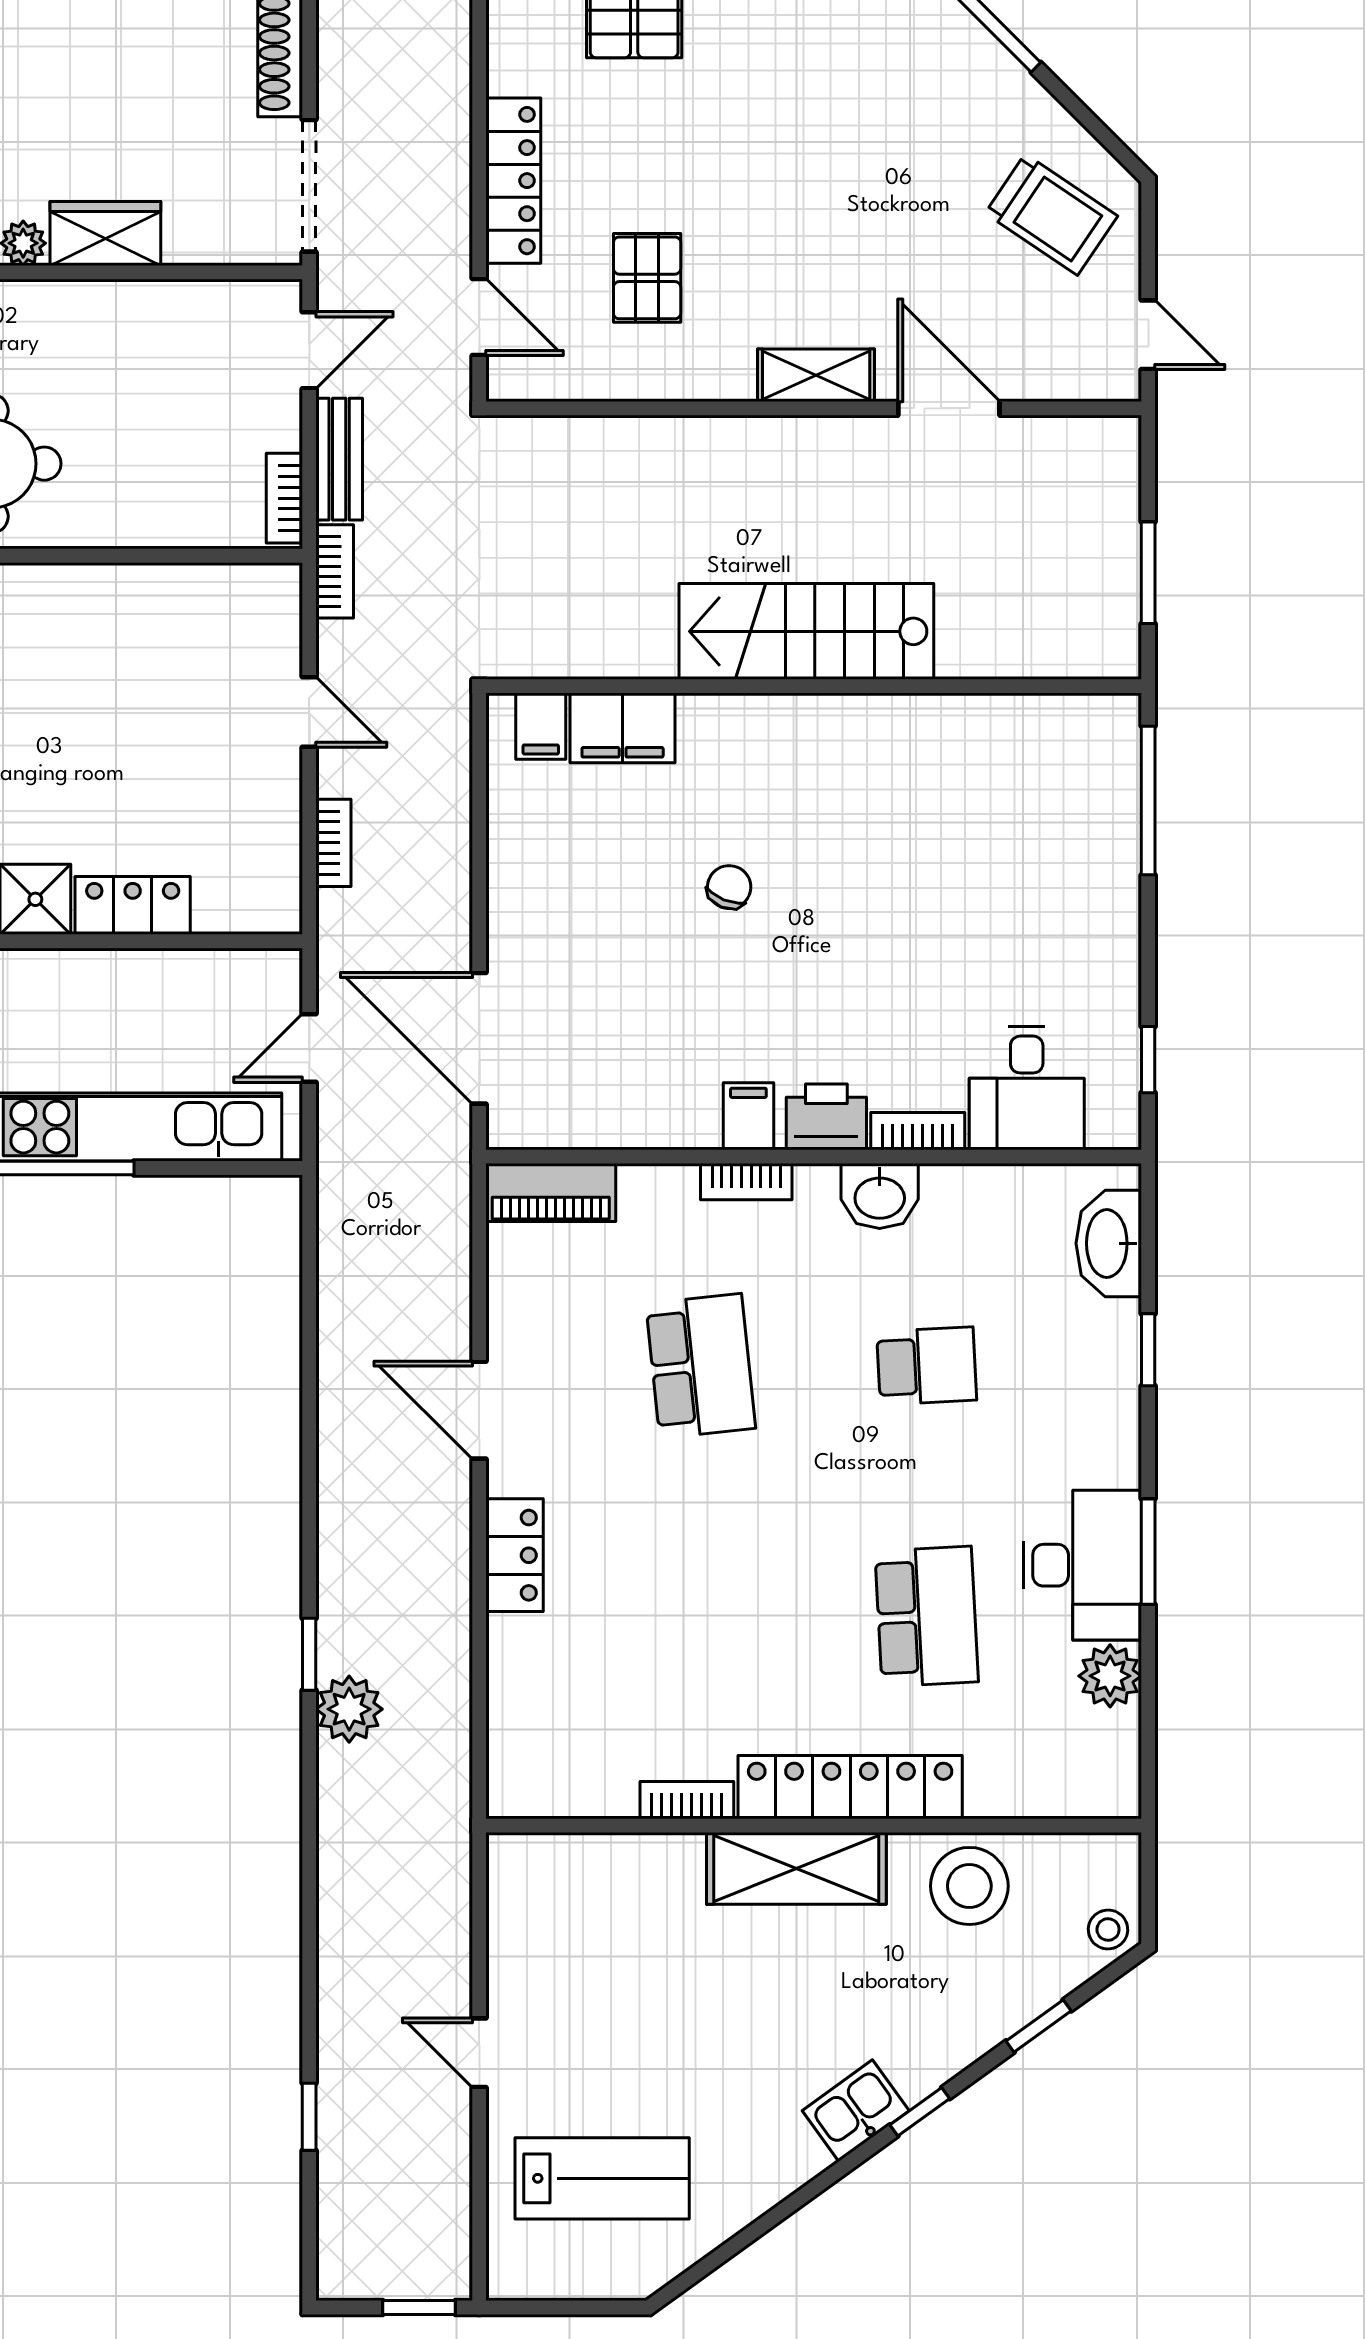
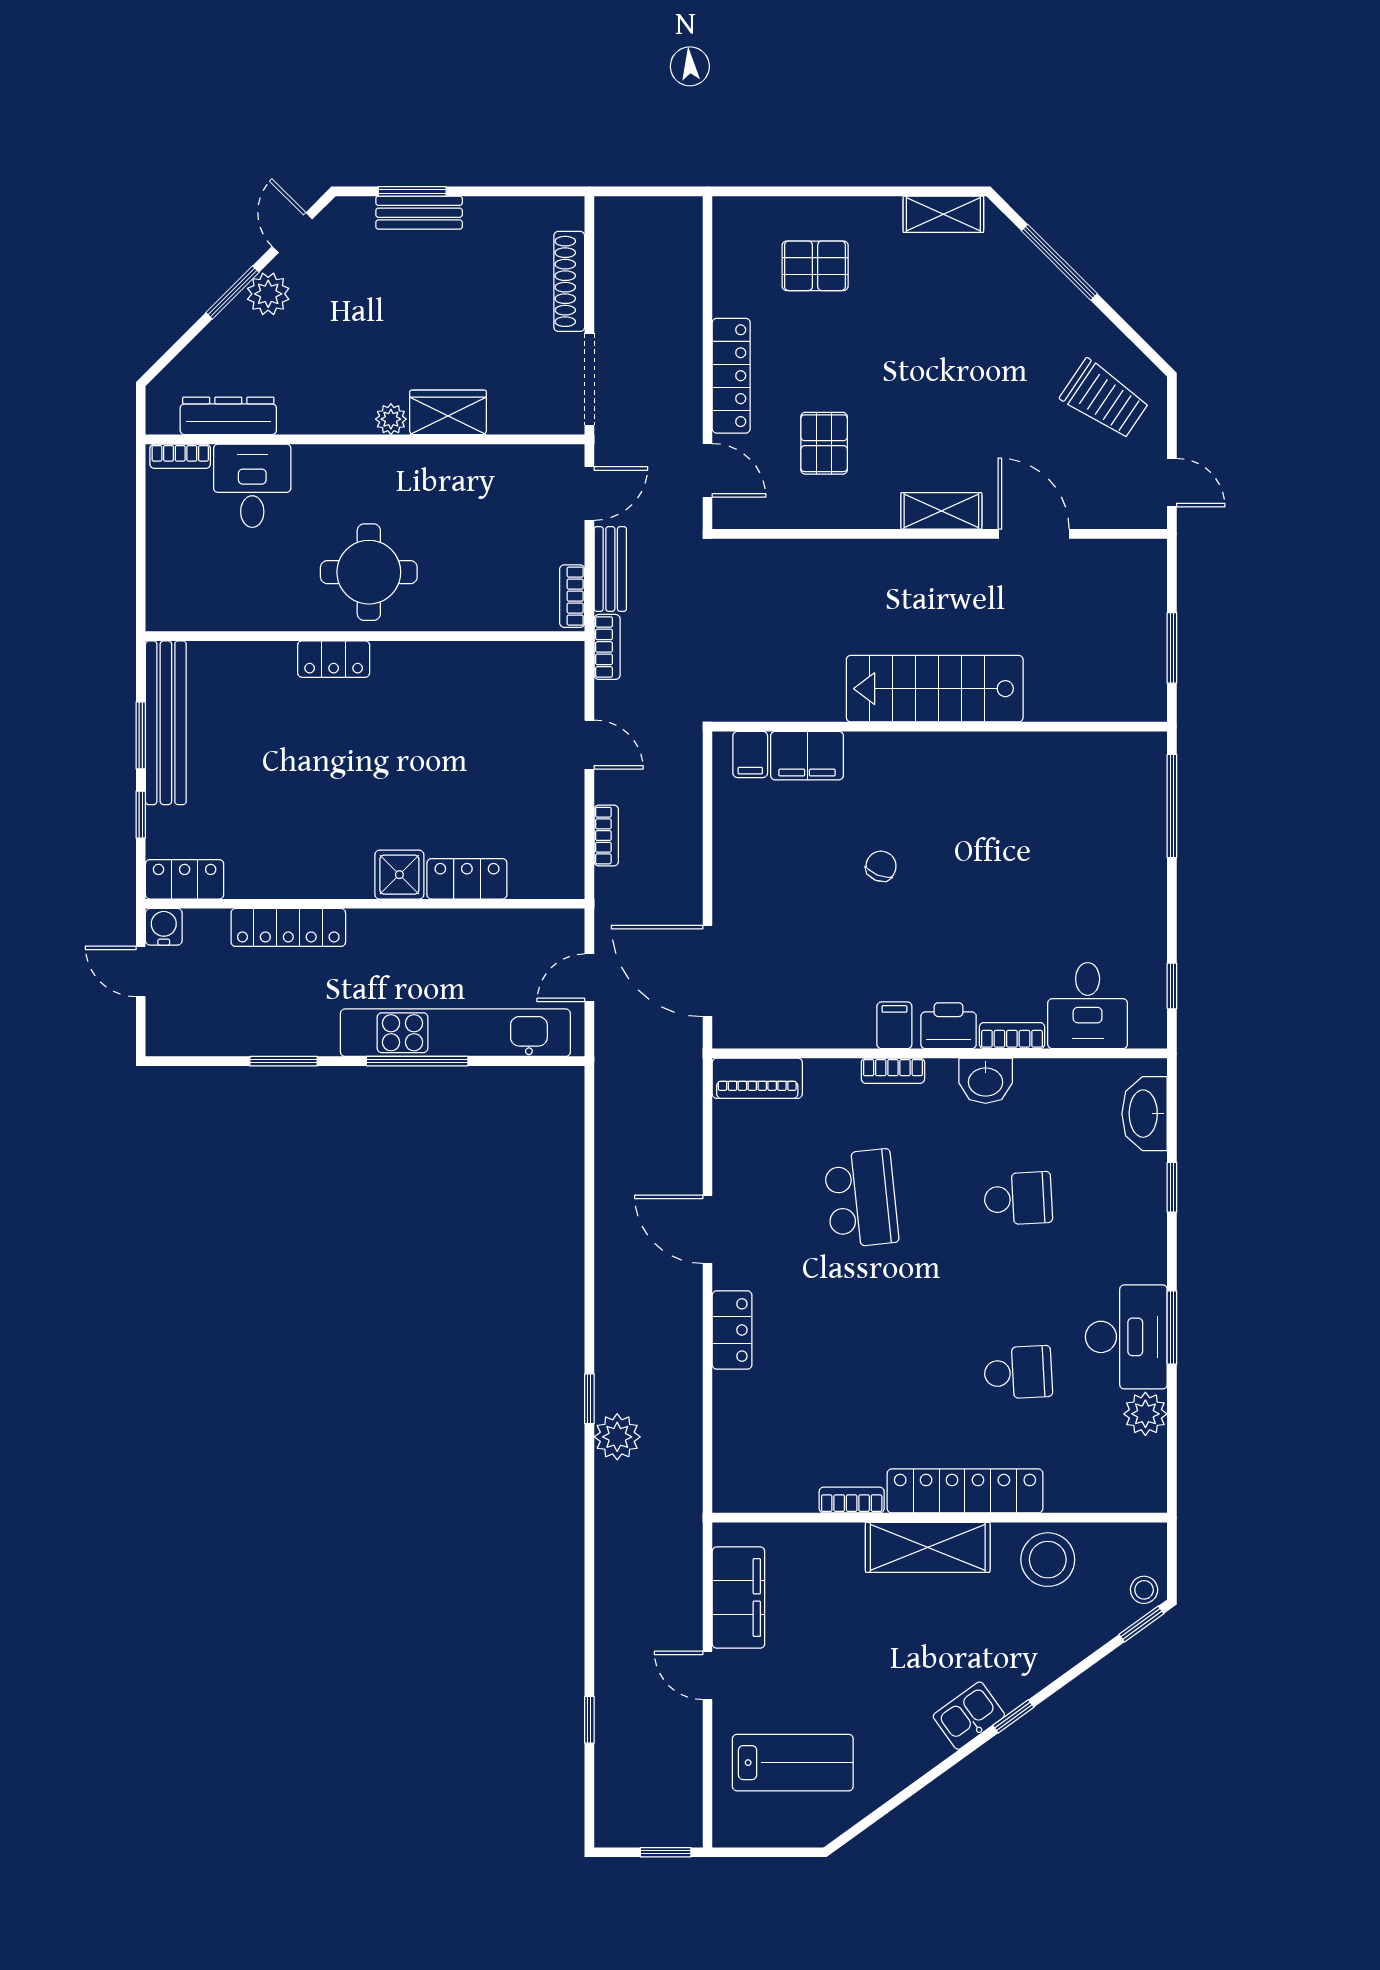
school desk: (927, 1616) -> (1018, 1372), width x0.54
filing cabinet: (524, 1941) -> (738, 1598), added
window: (1039, 2026) -> (1141, 1624), moved

